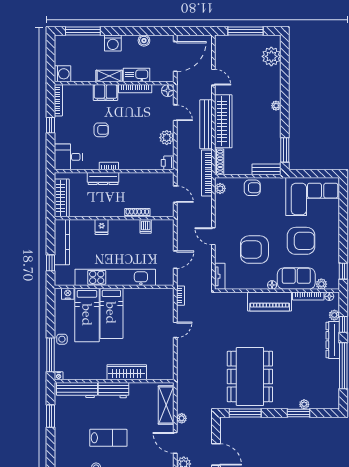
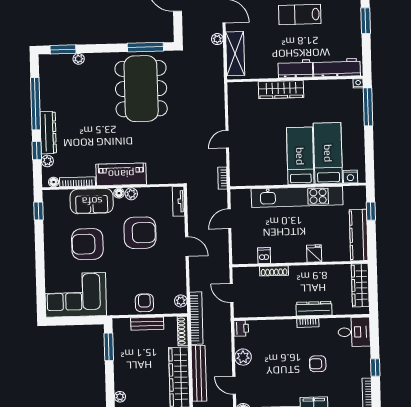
bench: (267, 169) -> (147, 324), moved
armchair: (252, 188) -> (144, 303), turned 90
plant: (321, 284) -> (131, 194), moved
side table: (62, 339) -> (356, 125), removed
window: (299, 413) -> (63, 49), moved
window: (51, 416) -> (366, 21), moved

